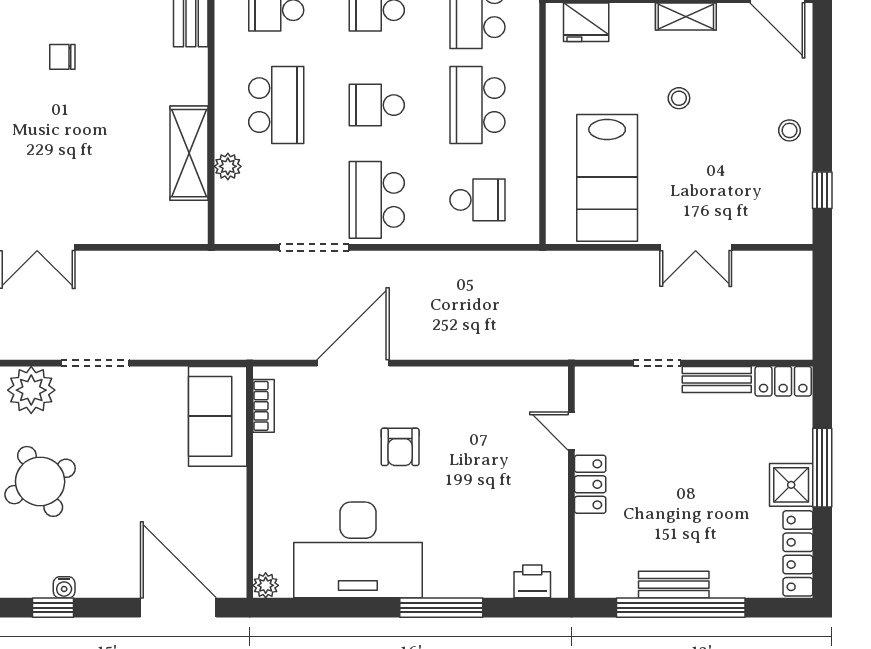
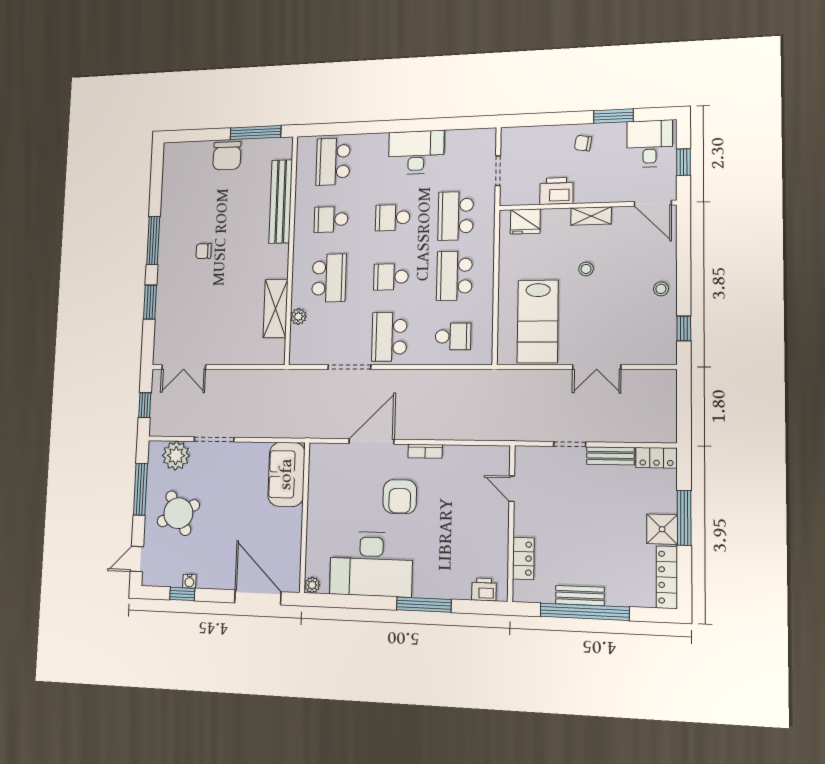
bookcase: (264, 406) -> (425, 451), moved, turned 90
armchair: (400, 447) -> (400, 497), width x1.38, depth x1.38
locker: (590, 484) -> (523, 558), moved

